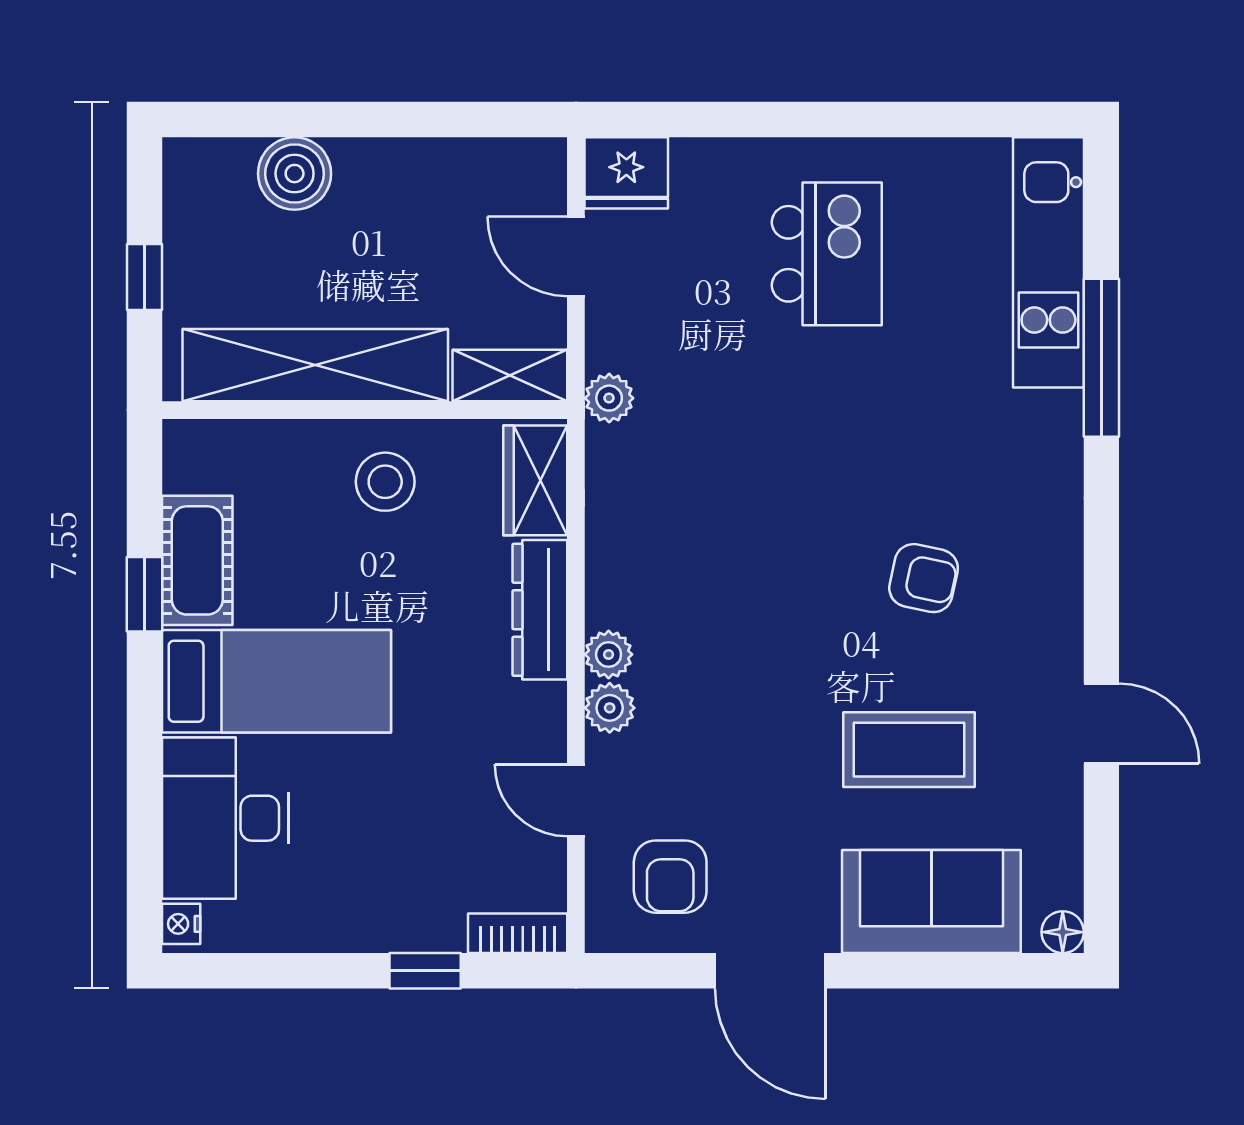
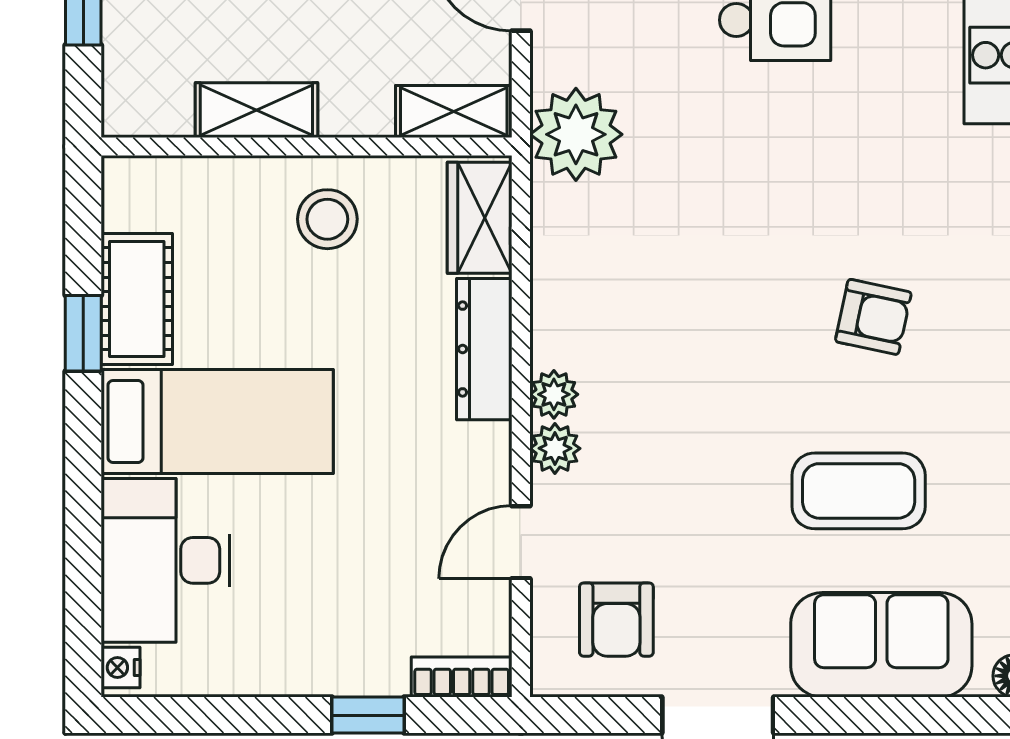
shelving: (315, 365) -> (256, 110), width x0.45, depth x0.75
plant: (609, 398) -> (576, 134), width x1.88, depth x1.88
door: (576, 800) -> (521, 542), hinge flipped

